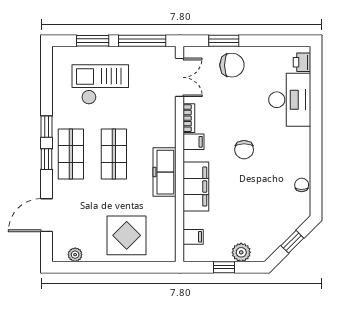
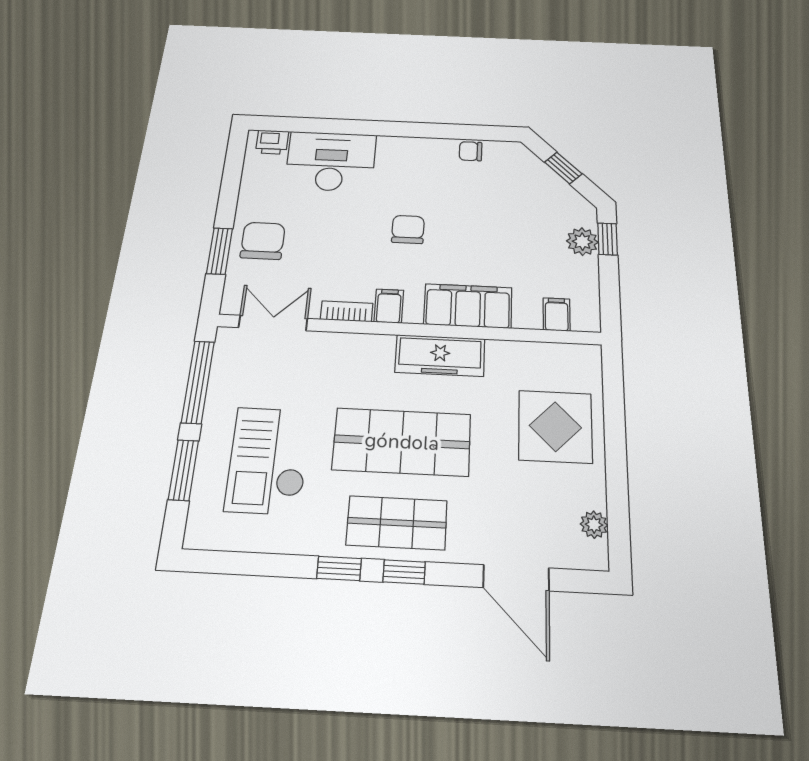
chair: (244, 150) -> (408, 229), turned -90
shop shelf: (114, 154) -> (402, 442), width x1.43, depth x1.36
window: (224, 267) -> (607, 239), moved

